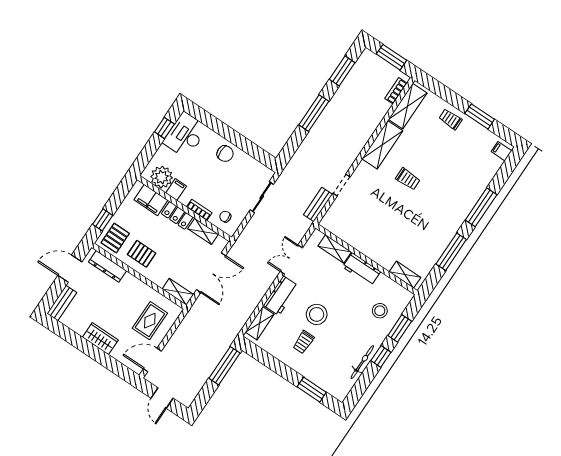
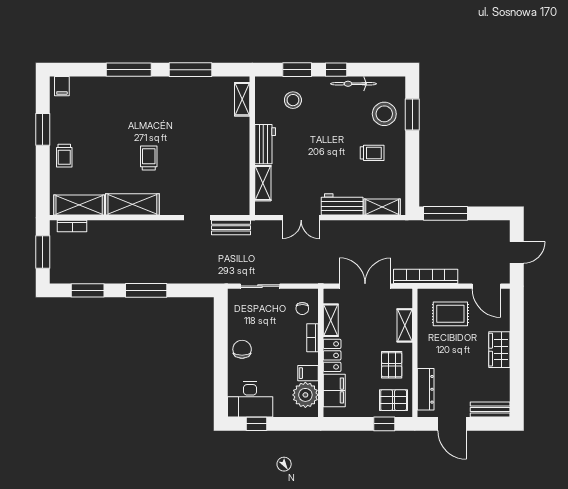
shelving: (178, 292) -> (405, 325), moved
stool: (317, 314) -> (384, 114), moved
bookcase: (189, 321) -> (426, 276), added

